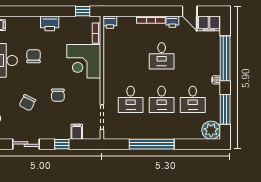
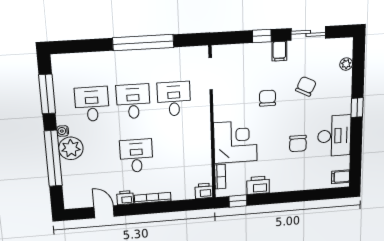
printer: (50, 23) -> (258, 185), moved
filing cabinet: (209, 23) -> (78, 199), removed
plant: (211, 130) -> (71, 148), moved
filing cabinet: (77, 132) -> (279, 51), moved

